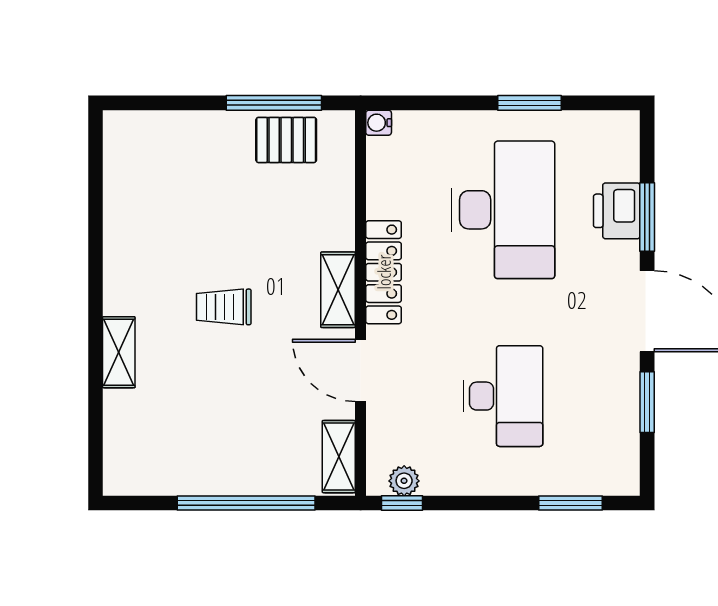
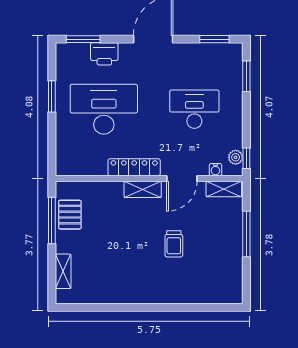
water cooler: (379, 123) -> (215, 170), moved
window: (647, 217) -> (83, 39), moved
trolley: (224, 307) -> (174, 244), moved
shelving: (119, 352) -> (63, 271), moved, turned 90
window: (647, 402) -> (214, 39), moved
window: (246, 503) -> (246, 234), width x0.68

